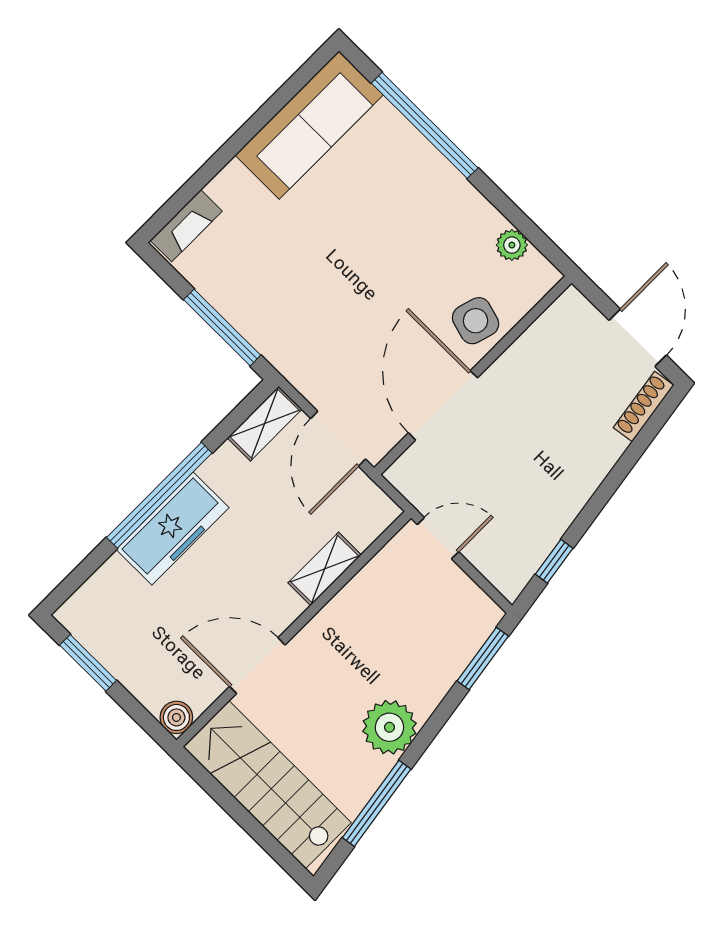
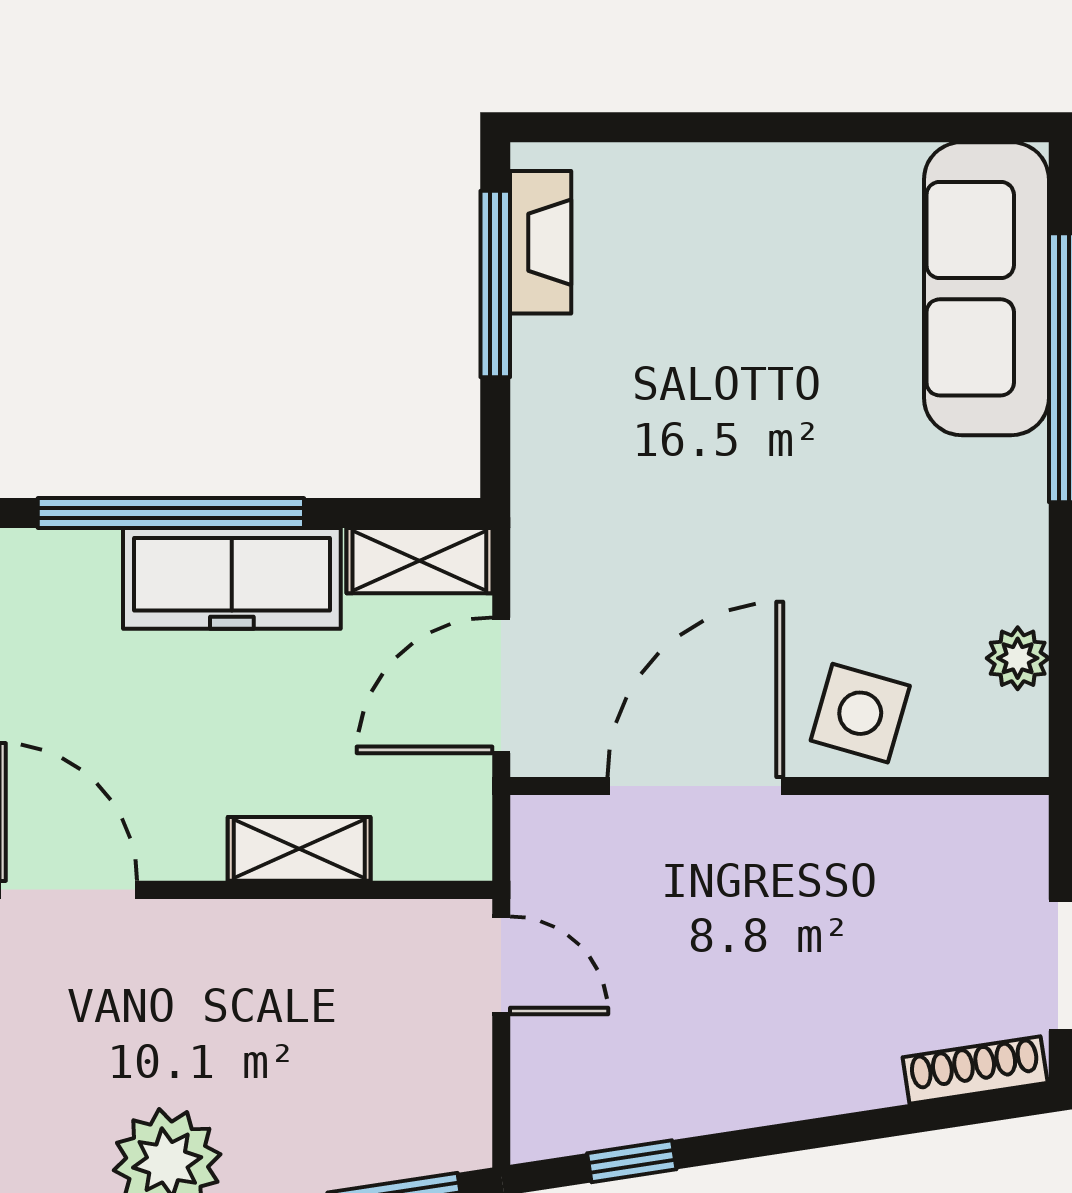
sofa: (309, 125) -> (986, 289), moved, turned 90
fireplace: (186, 226) -> (541, 242), moved, turned -90
window: (222, 327) -> (495, 284), moved
freezer: (173, 529) -> (232, 578), moved

